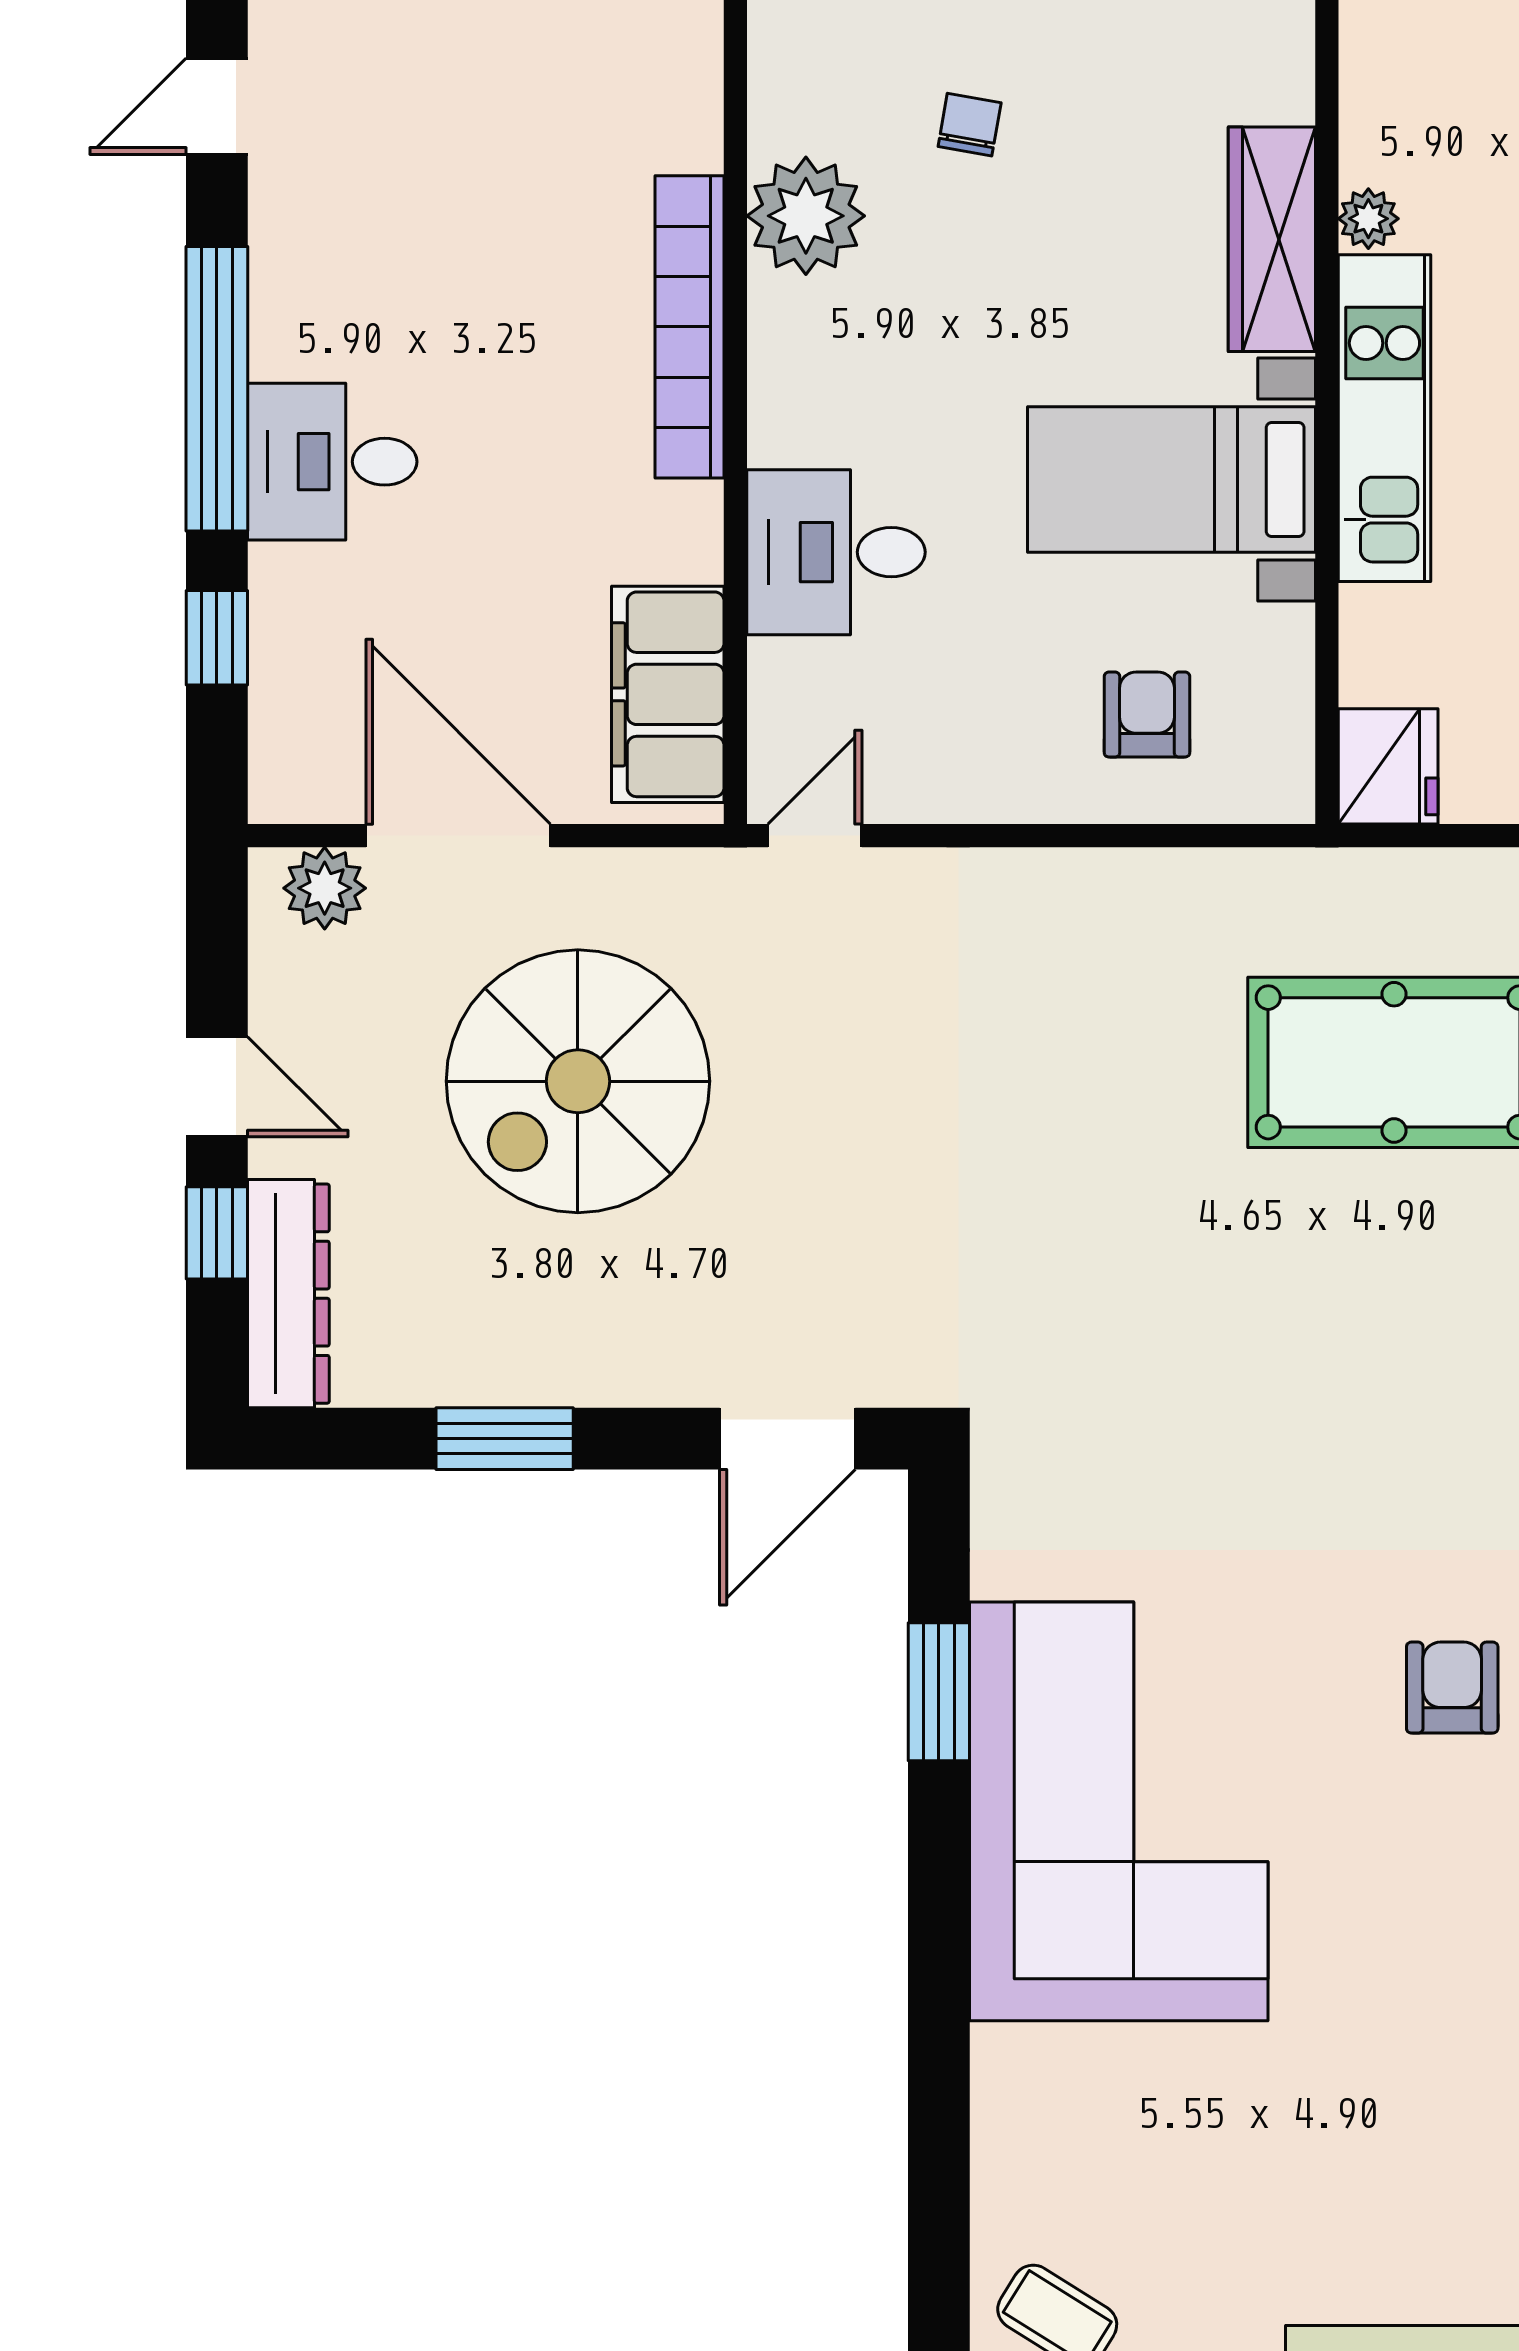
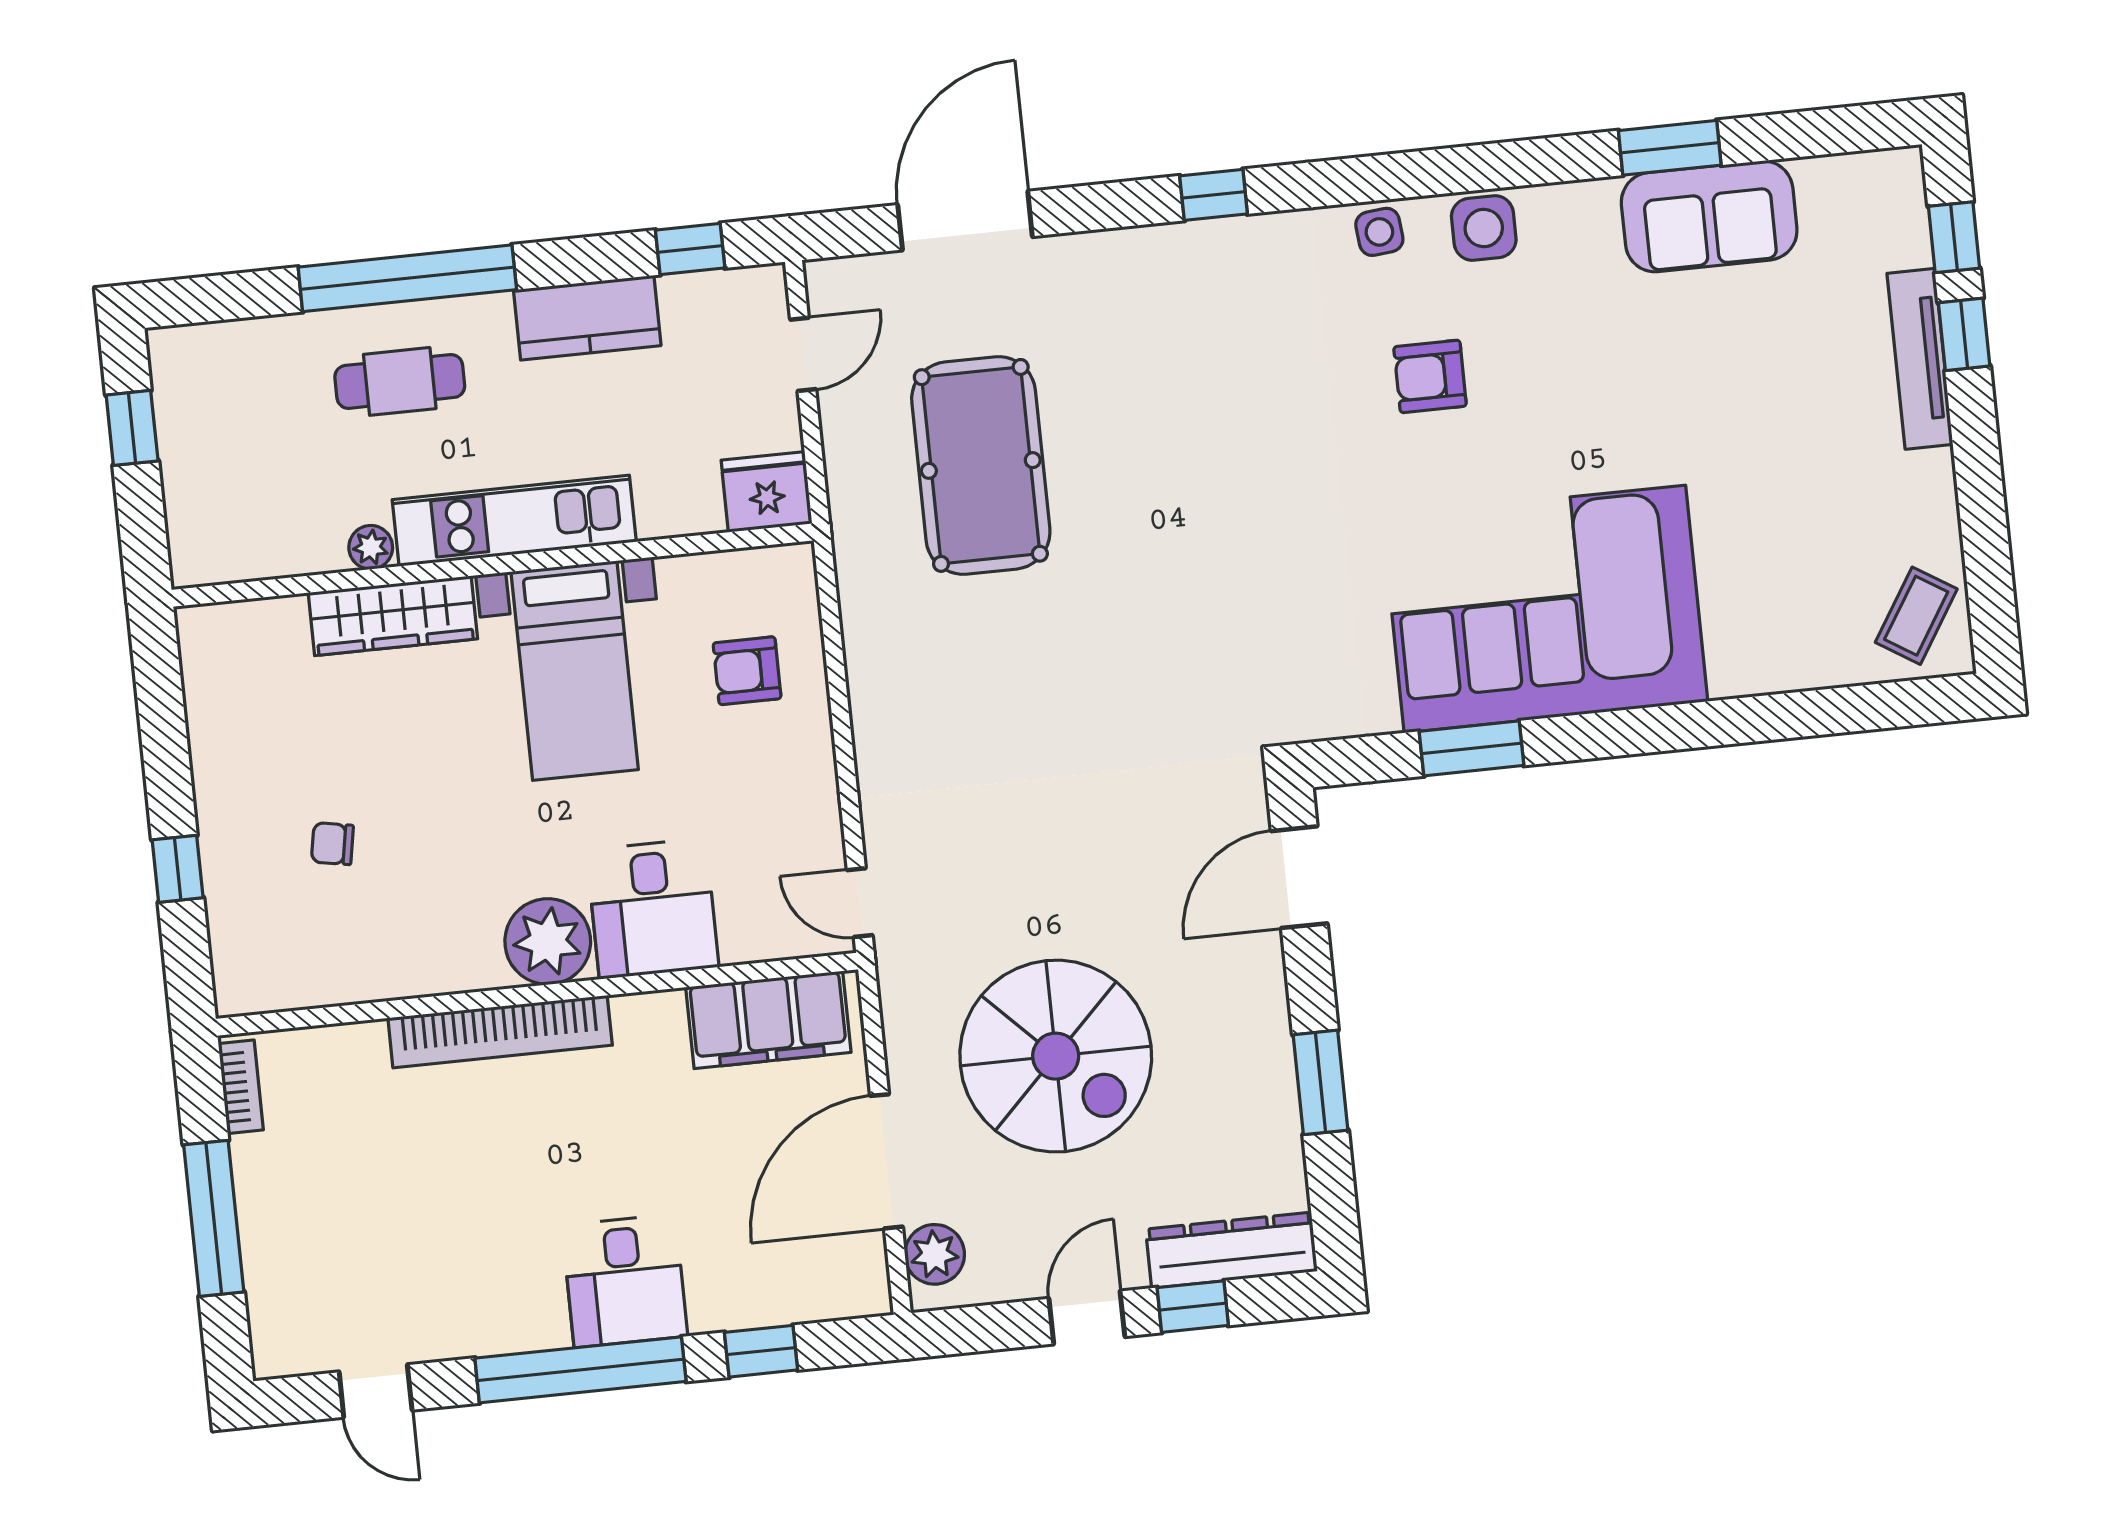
plant: (806, 216) -> (548, 941), moved
door: (788, 1439) -> (1299, 877), swing flipped

